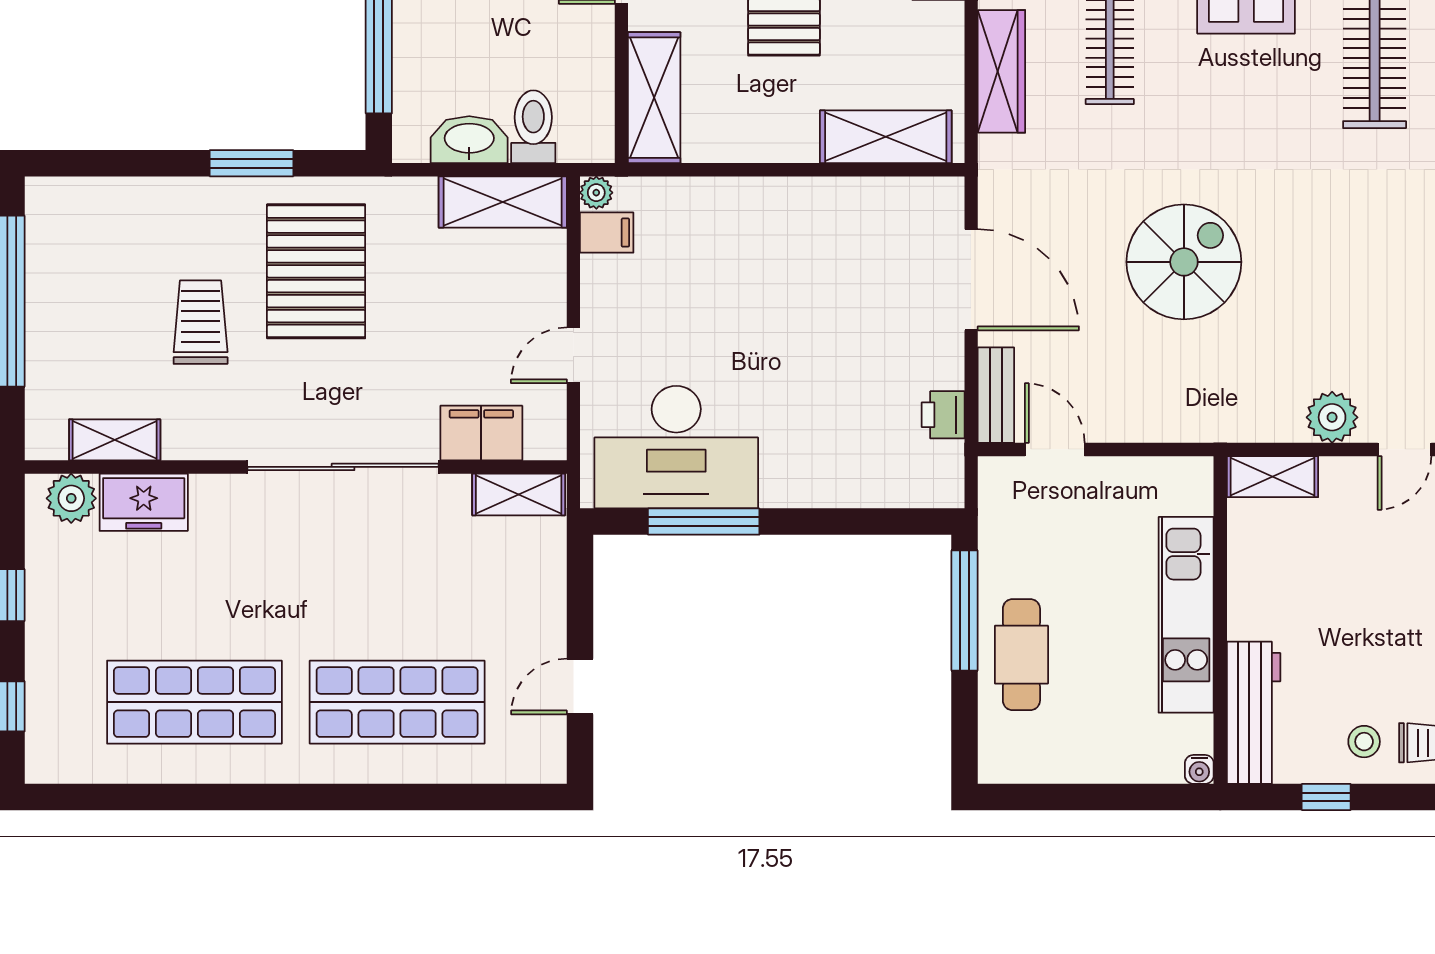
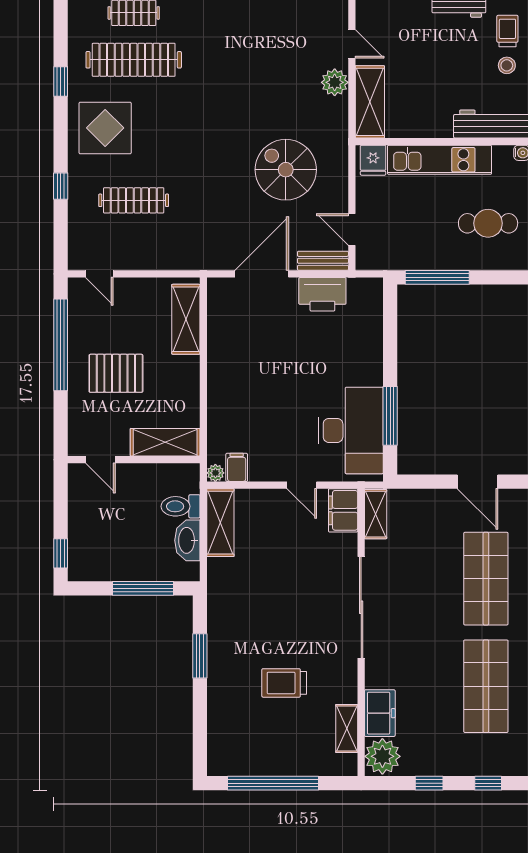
wardrobe: (1001, 71) -> (151, 258), removed
spiral stairs: (1184, 262) -> (286, 170), moved
pallet: (316, 271) -> (257, 622), removed
printer: (943, 415) -> (322, 294), width x1.87, depth x1.48
filing cabinet: (481, 433) -> (343, 510), moved
door: (1055, 449) -> (352, 230), hinge flipped
shelving: (1272, 477) -> (370, 102), width x1.50, depth x1.33
fridge: (1185, 490) -> (373, 160), added
plant: (71, 498) -> (382, 756), width x1.36, depth x1.36
cafe table: (1021, 655) -> (488, 223), moved
door: (580, 686) -> (478, 482), width x1.38

